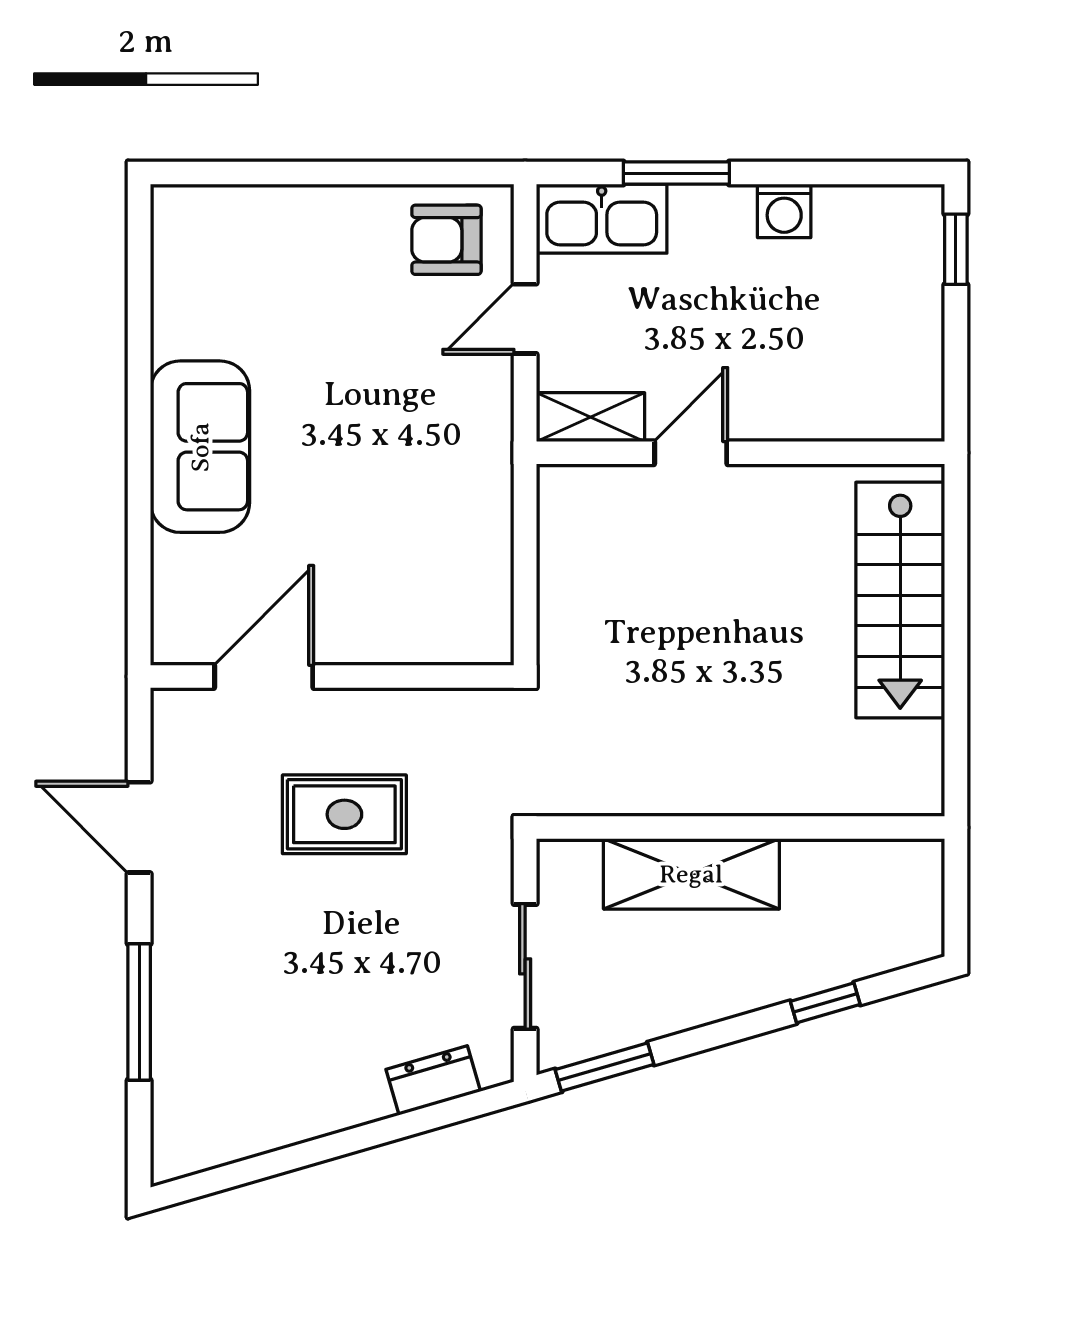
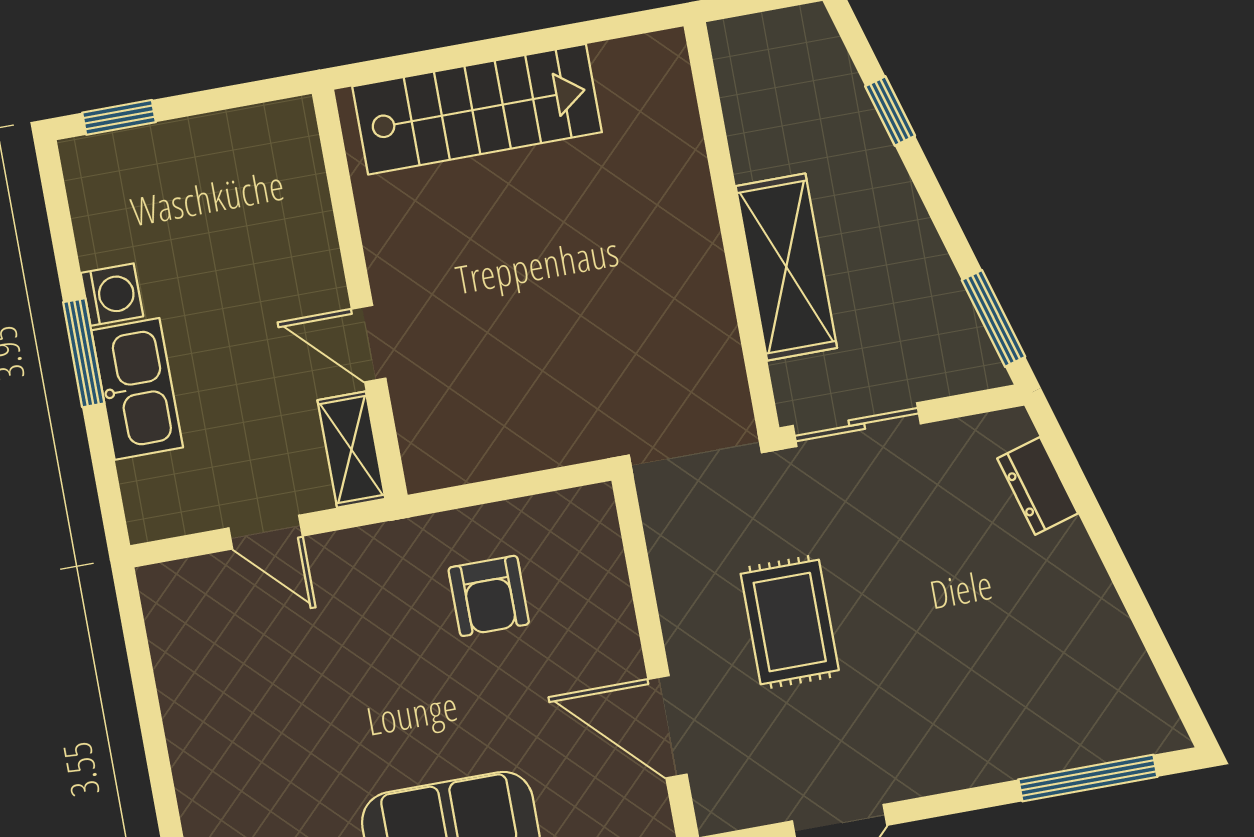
window: (676, 173) -> (84, 353), moved
kitchen sink: (602, 219) -> (137, 389), moved
armchair: (446, 240) -> (489, 596), moved
sliding door: (525, 966) -> (857, 425), moved
window: (139, 1012) -> (1088, 778), moved

